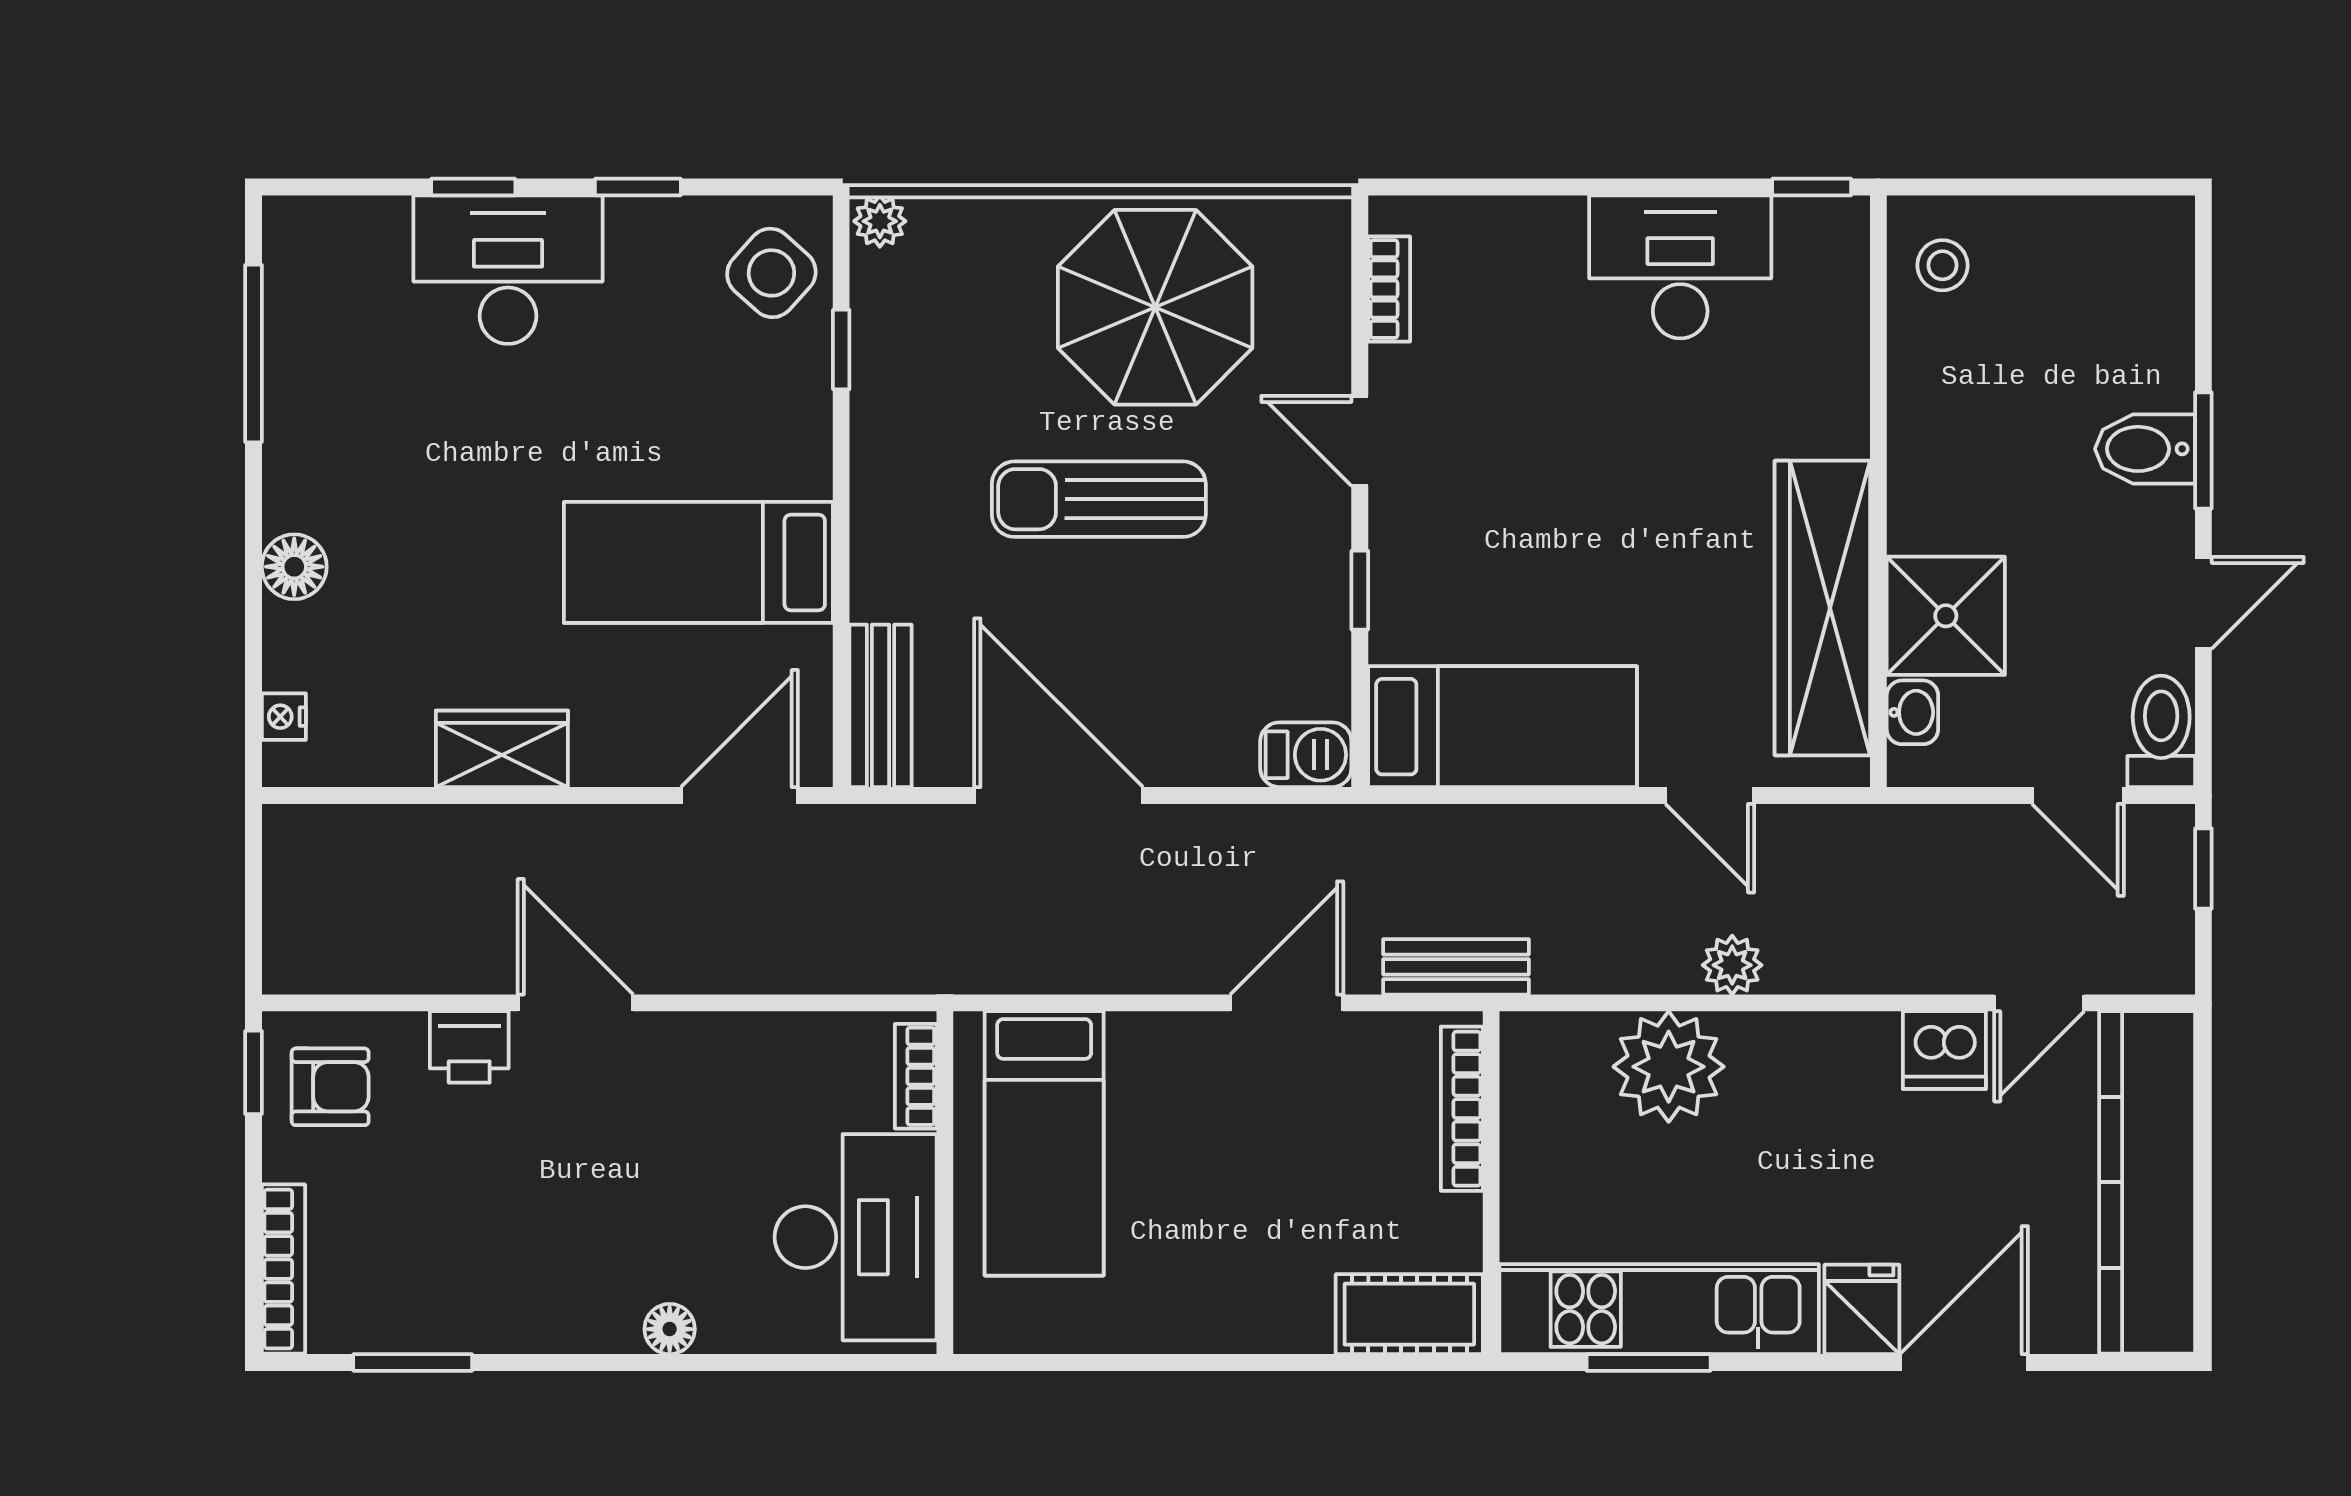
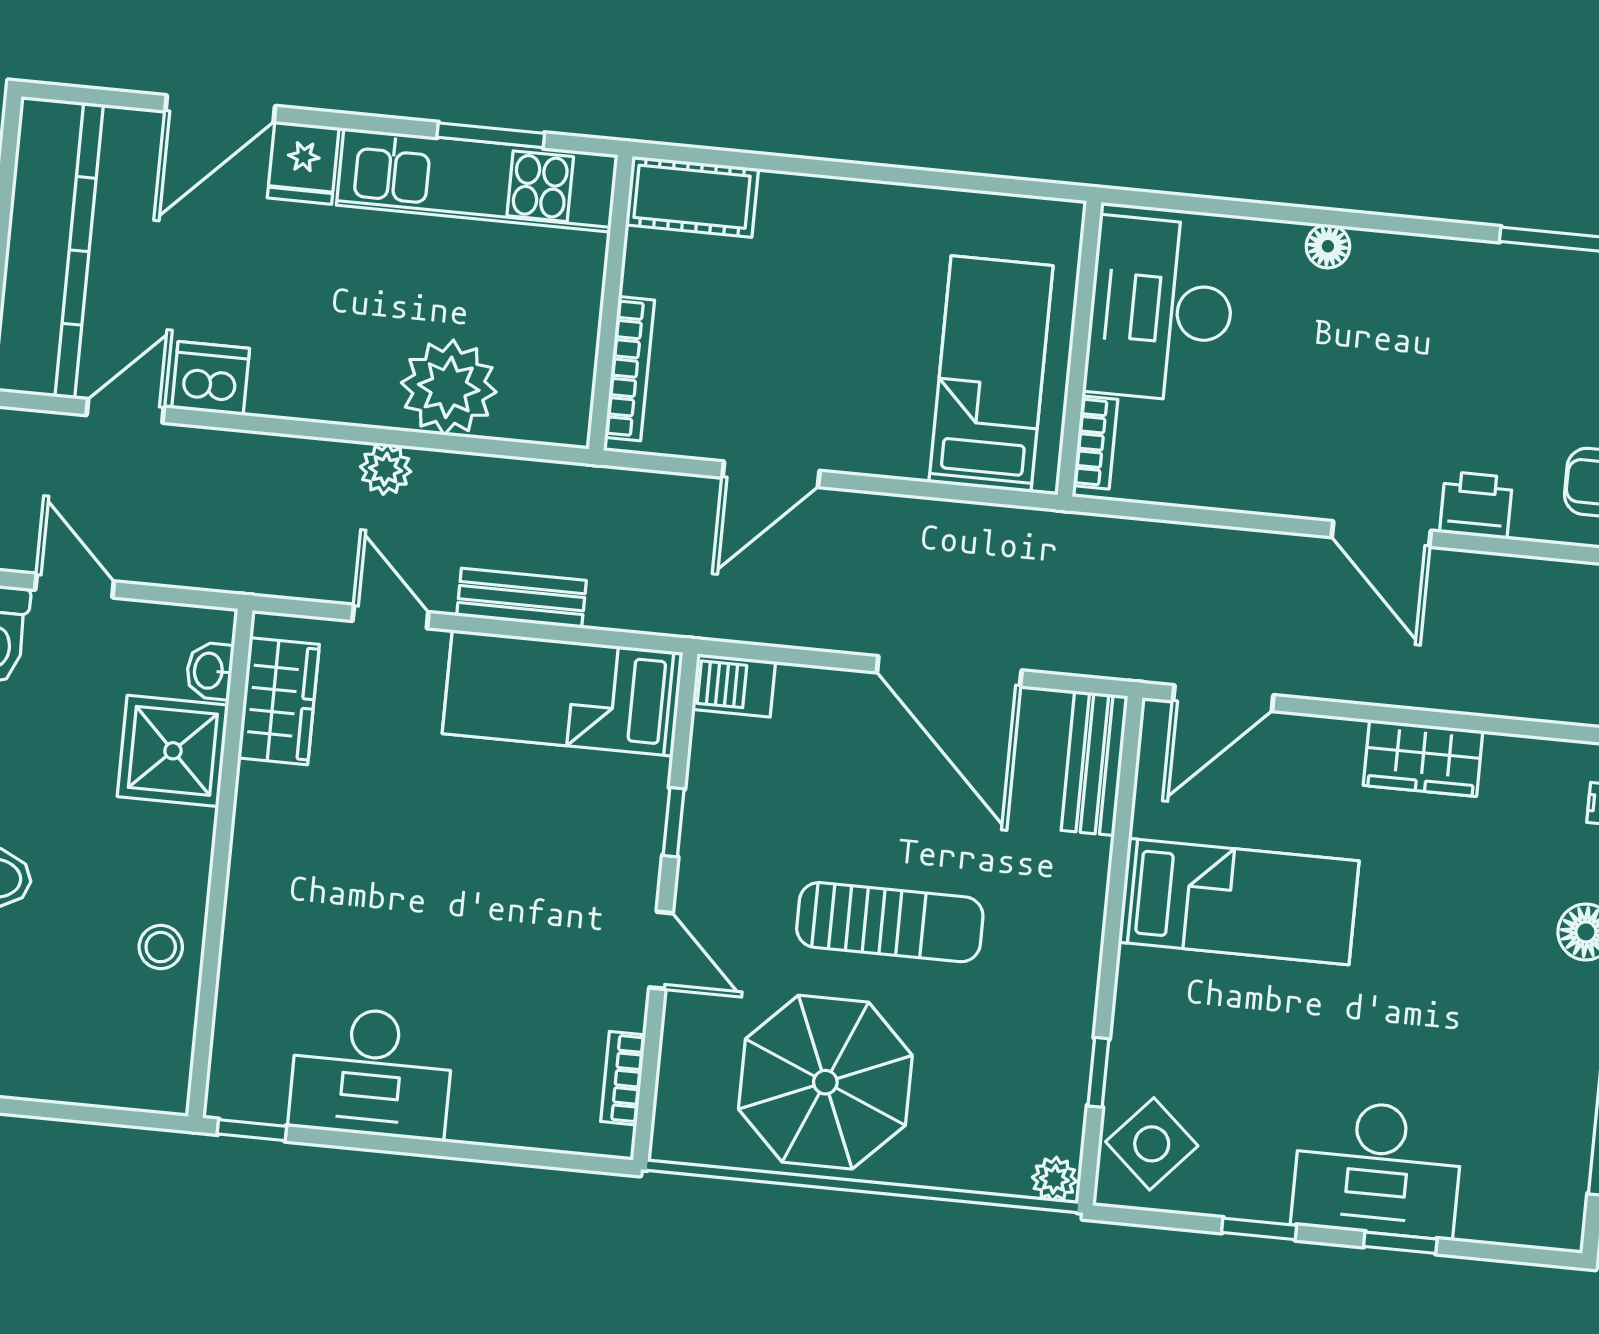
stool: (1942, 265) -> (161, 947), moved
wardrobe: (1822, 608) -> (279, 701), width x0.48, depth x0.85
bench: (1456, 967) -> (522, 598), moved

